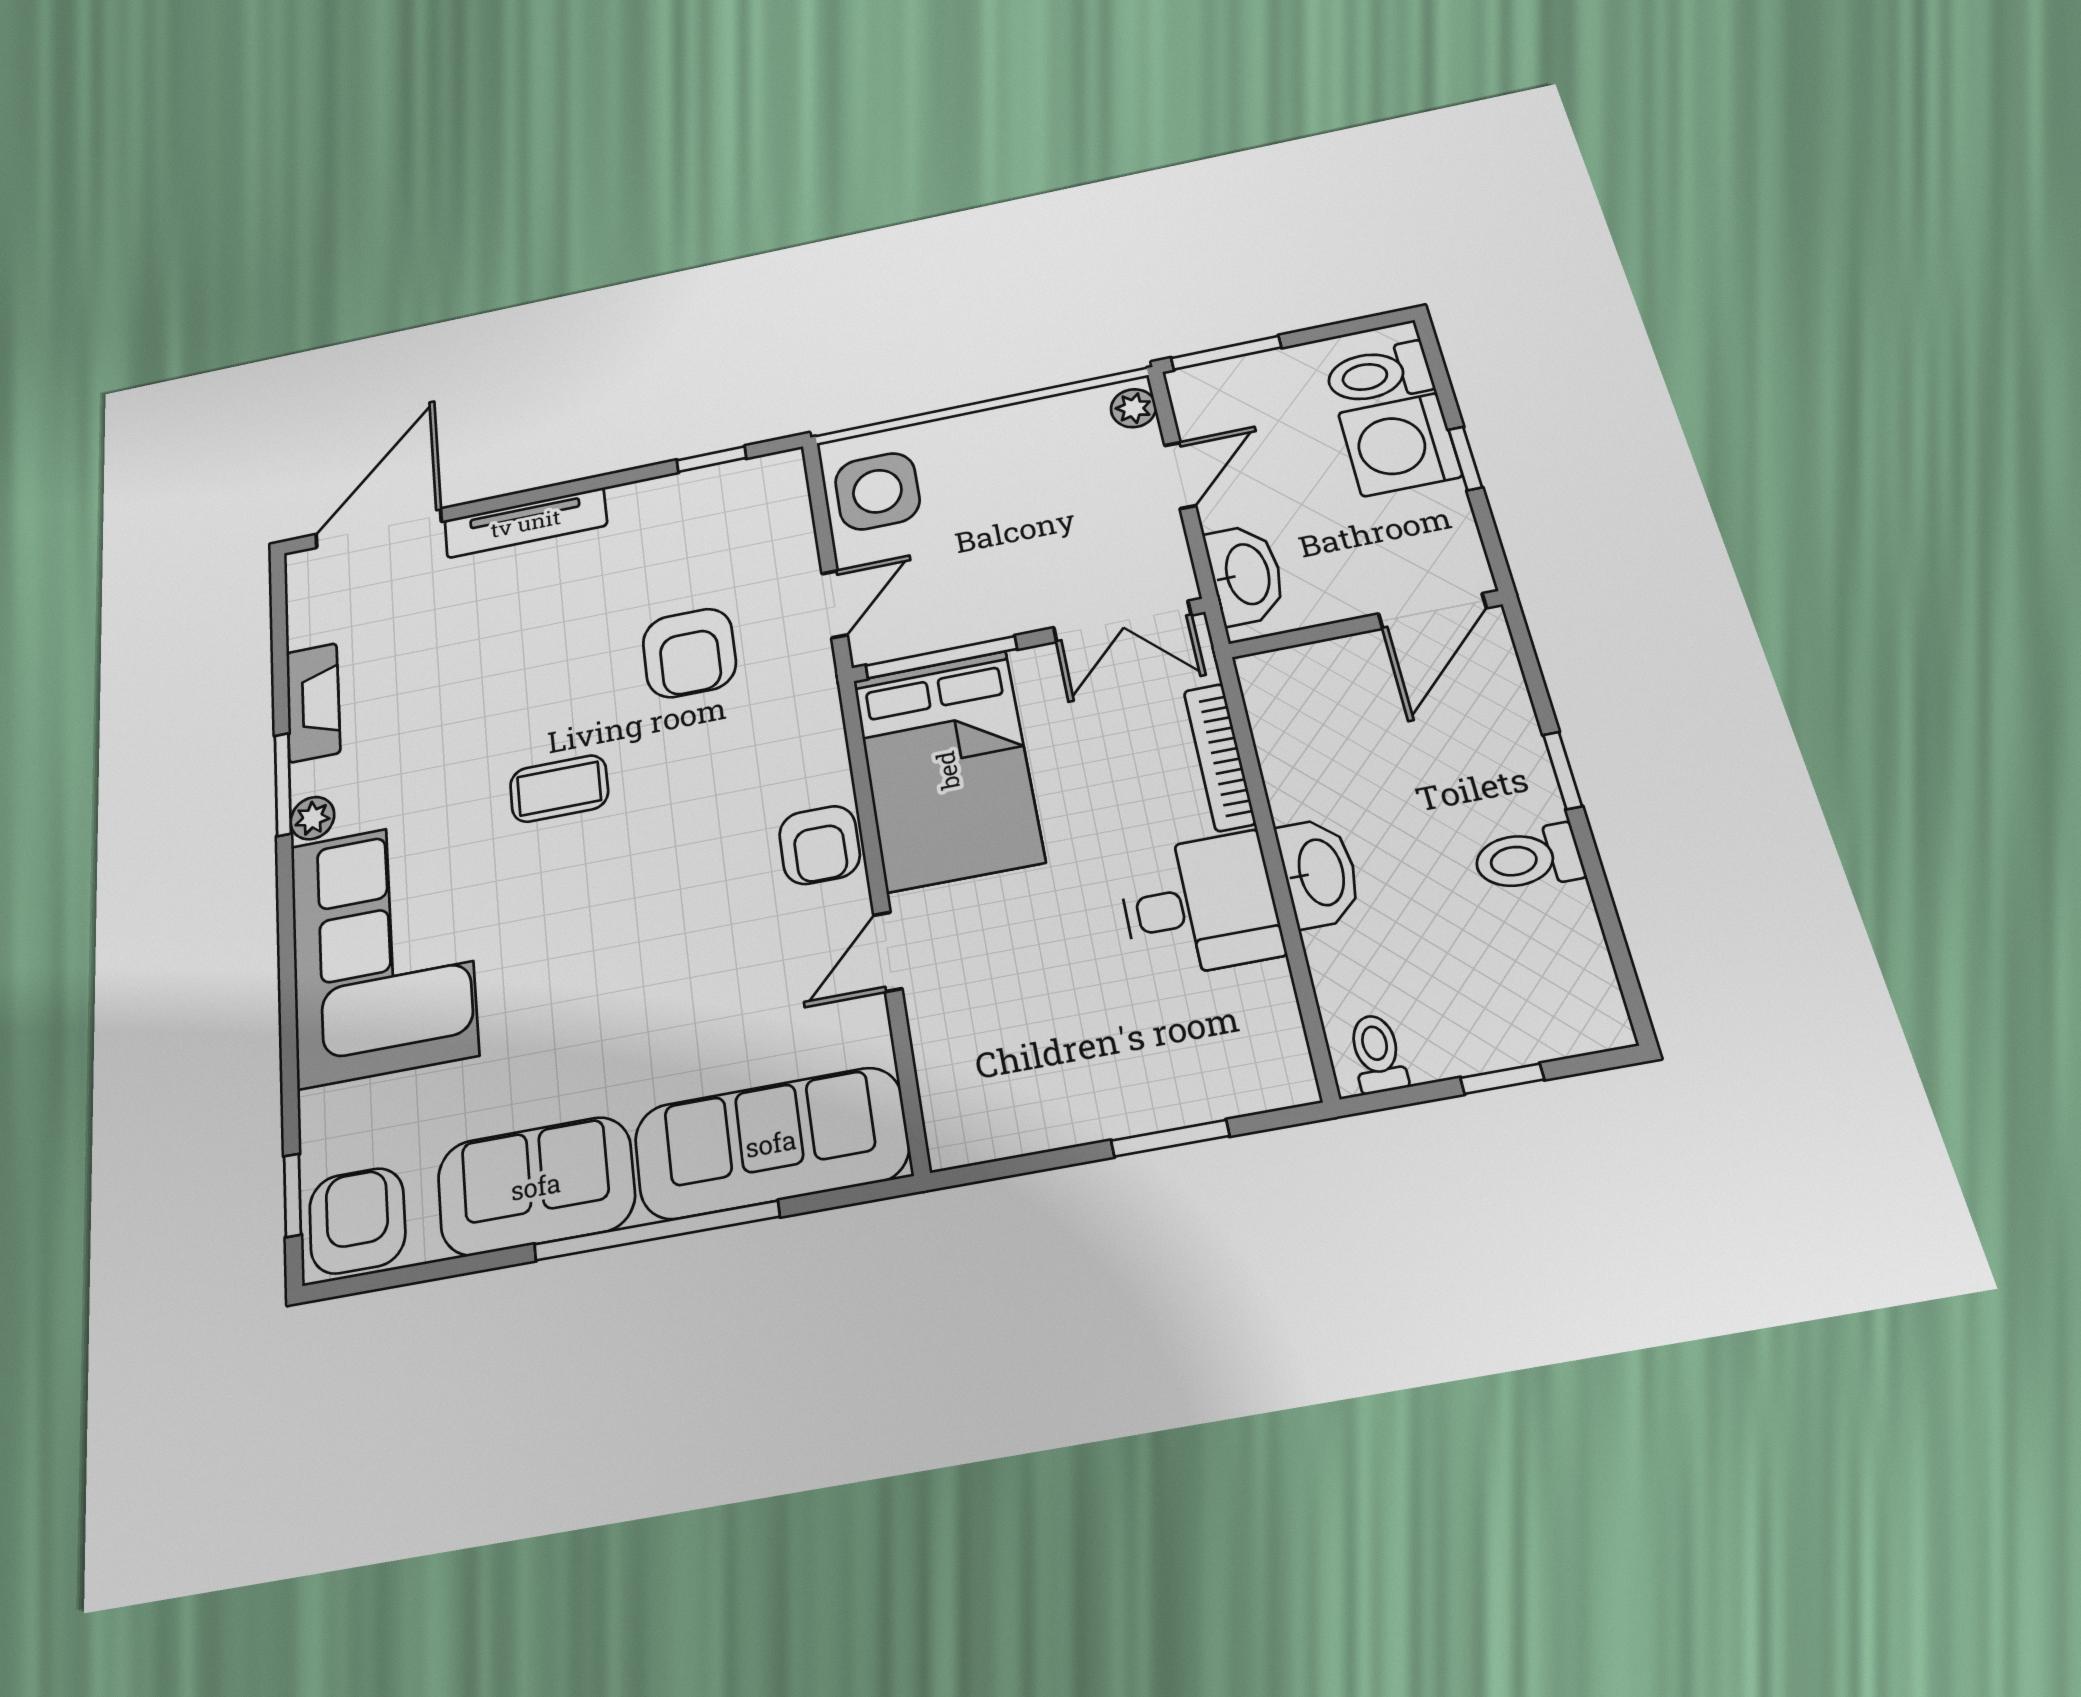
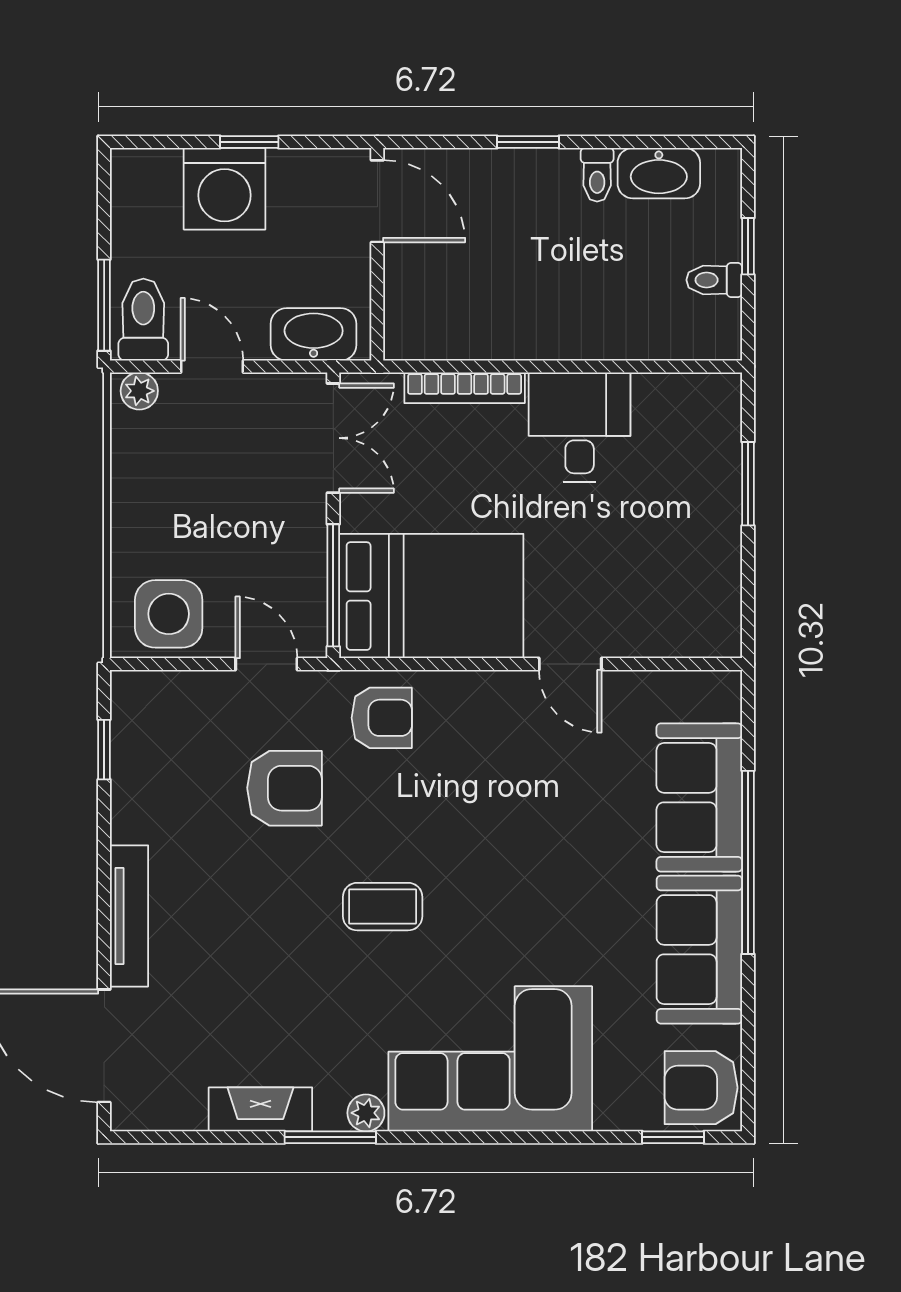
toilet: (1379, 374) -> (143, 320), moved, turned 180
coffee table: (559, 789) -> (383, 907), turned 90
armchair: (820, 845) -> (382, 718), moved
toilet: (1528, 858) -> (597, 175), width x0.73, depth x0.72
washbasin: (1319, 873) -> (659, 173), moved, turned 180
toilet: (1377, 1054) -> (714, 280), moved
sofa: (771, 1143) -> (699, 798), width x0.73

